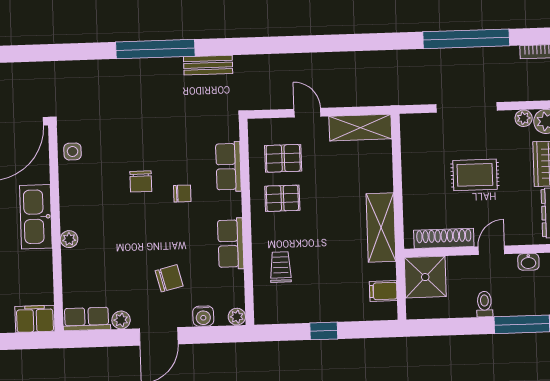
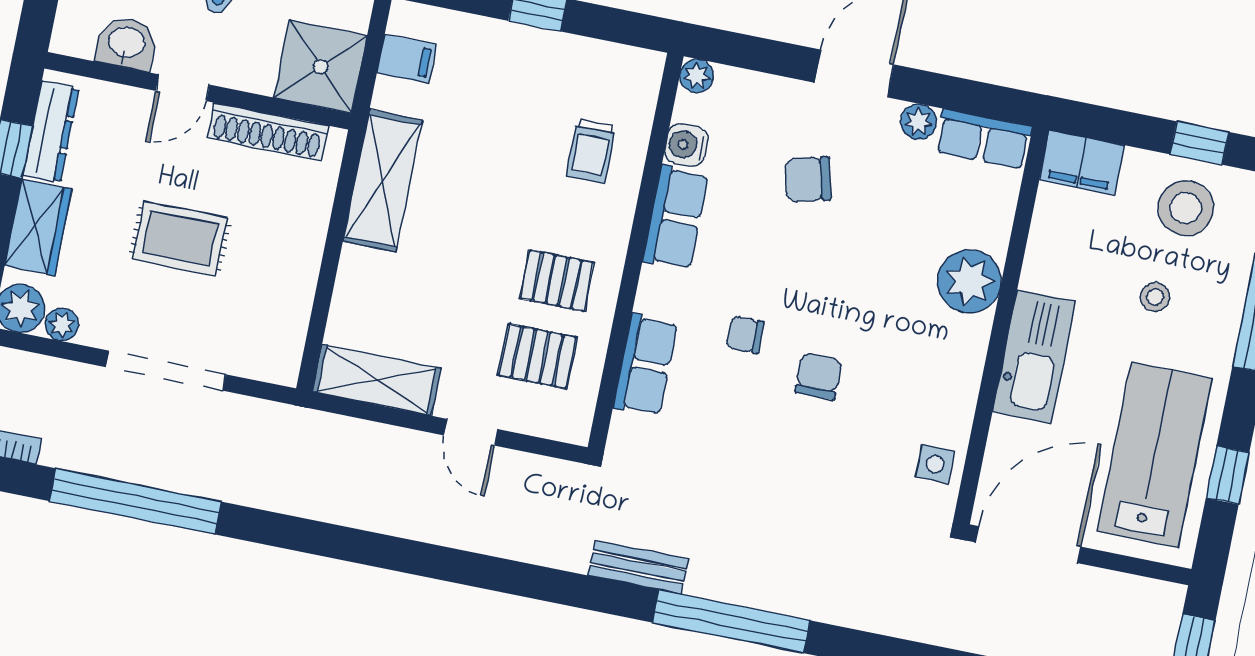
plant: (69, 239) -> (969, 281), width x1.88, depth x1.88
washbasin: (528, 262) -> (126, 43), width x1.38, depth x1.45
water cooler: (203, 316) -> (686, 145), moved, turned -90

